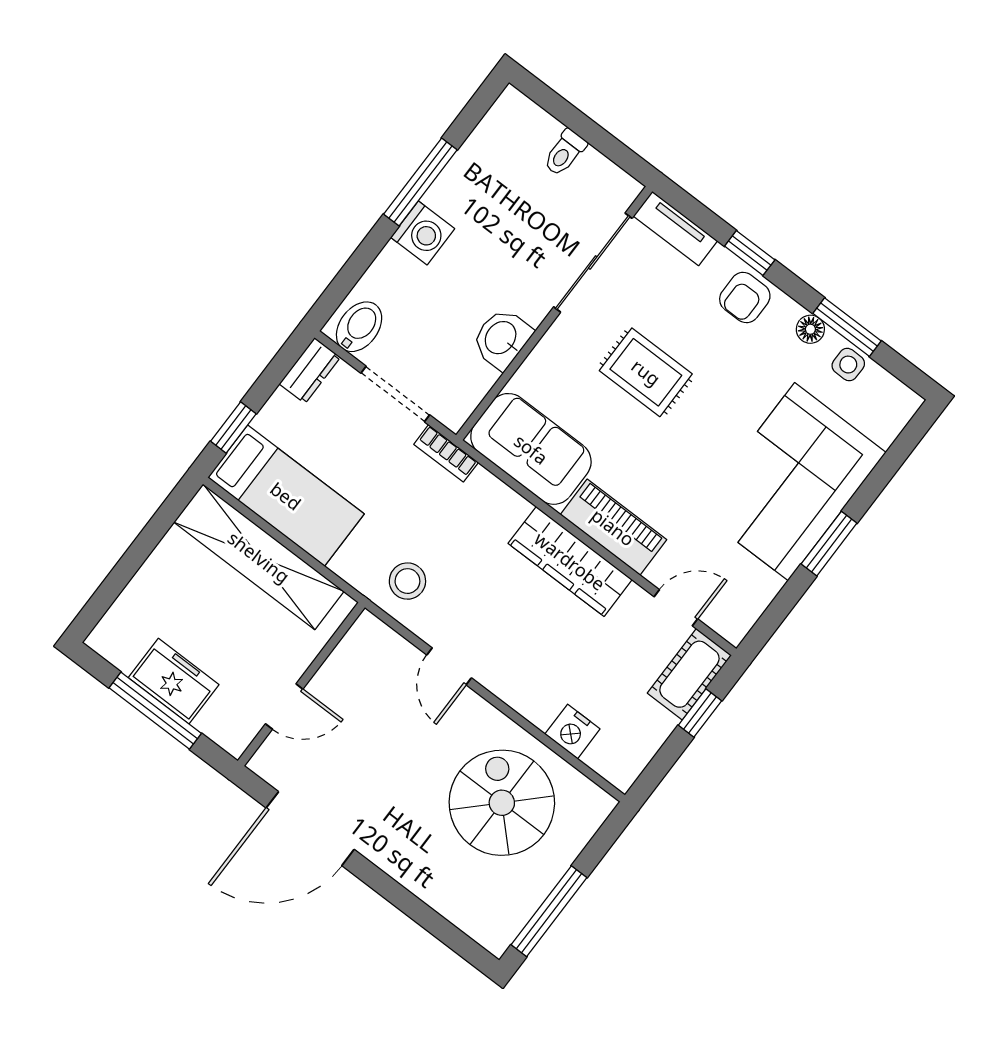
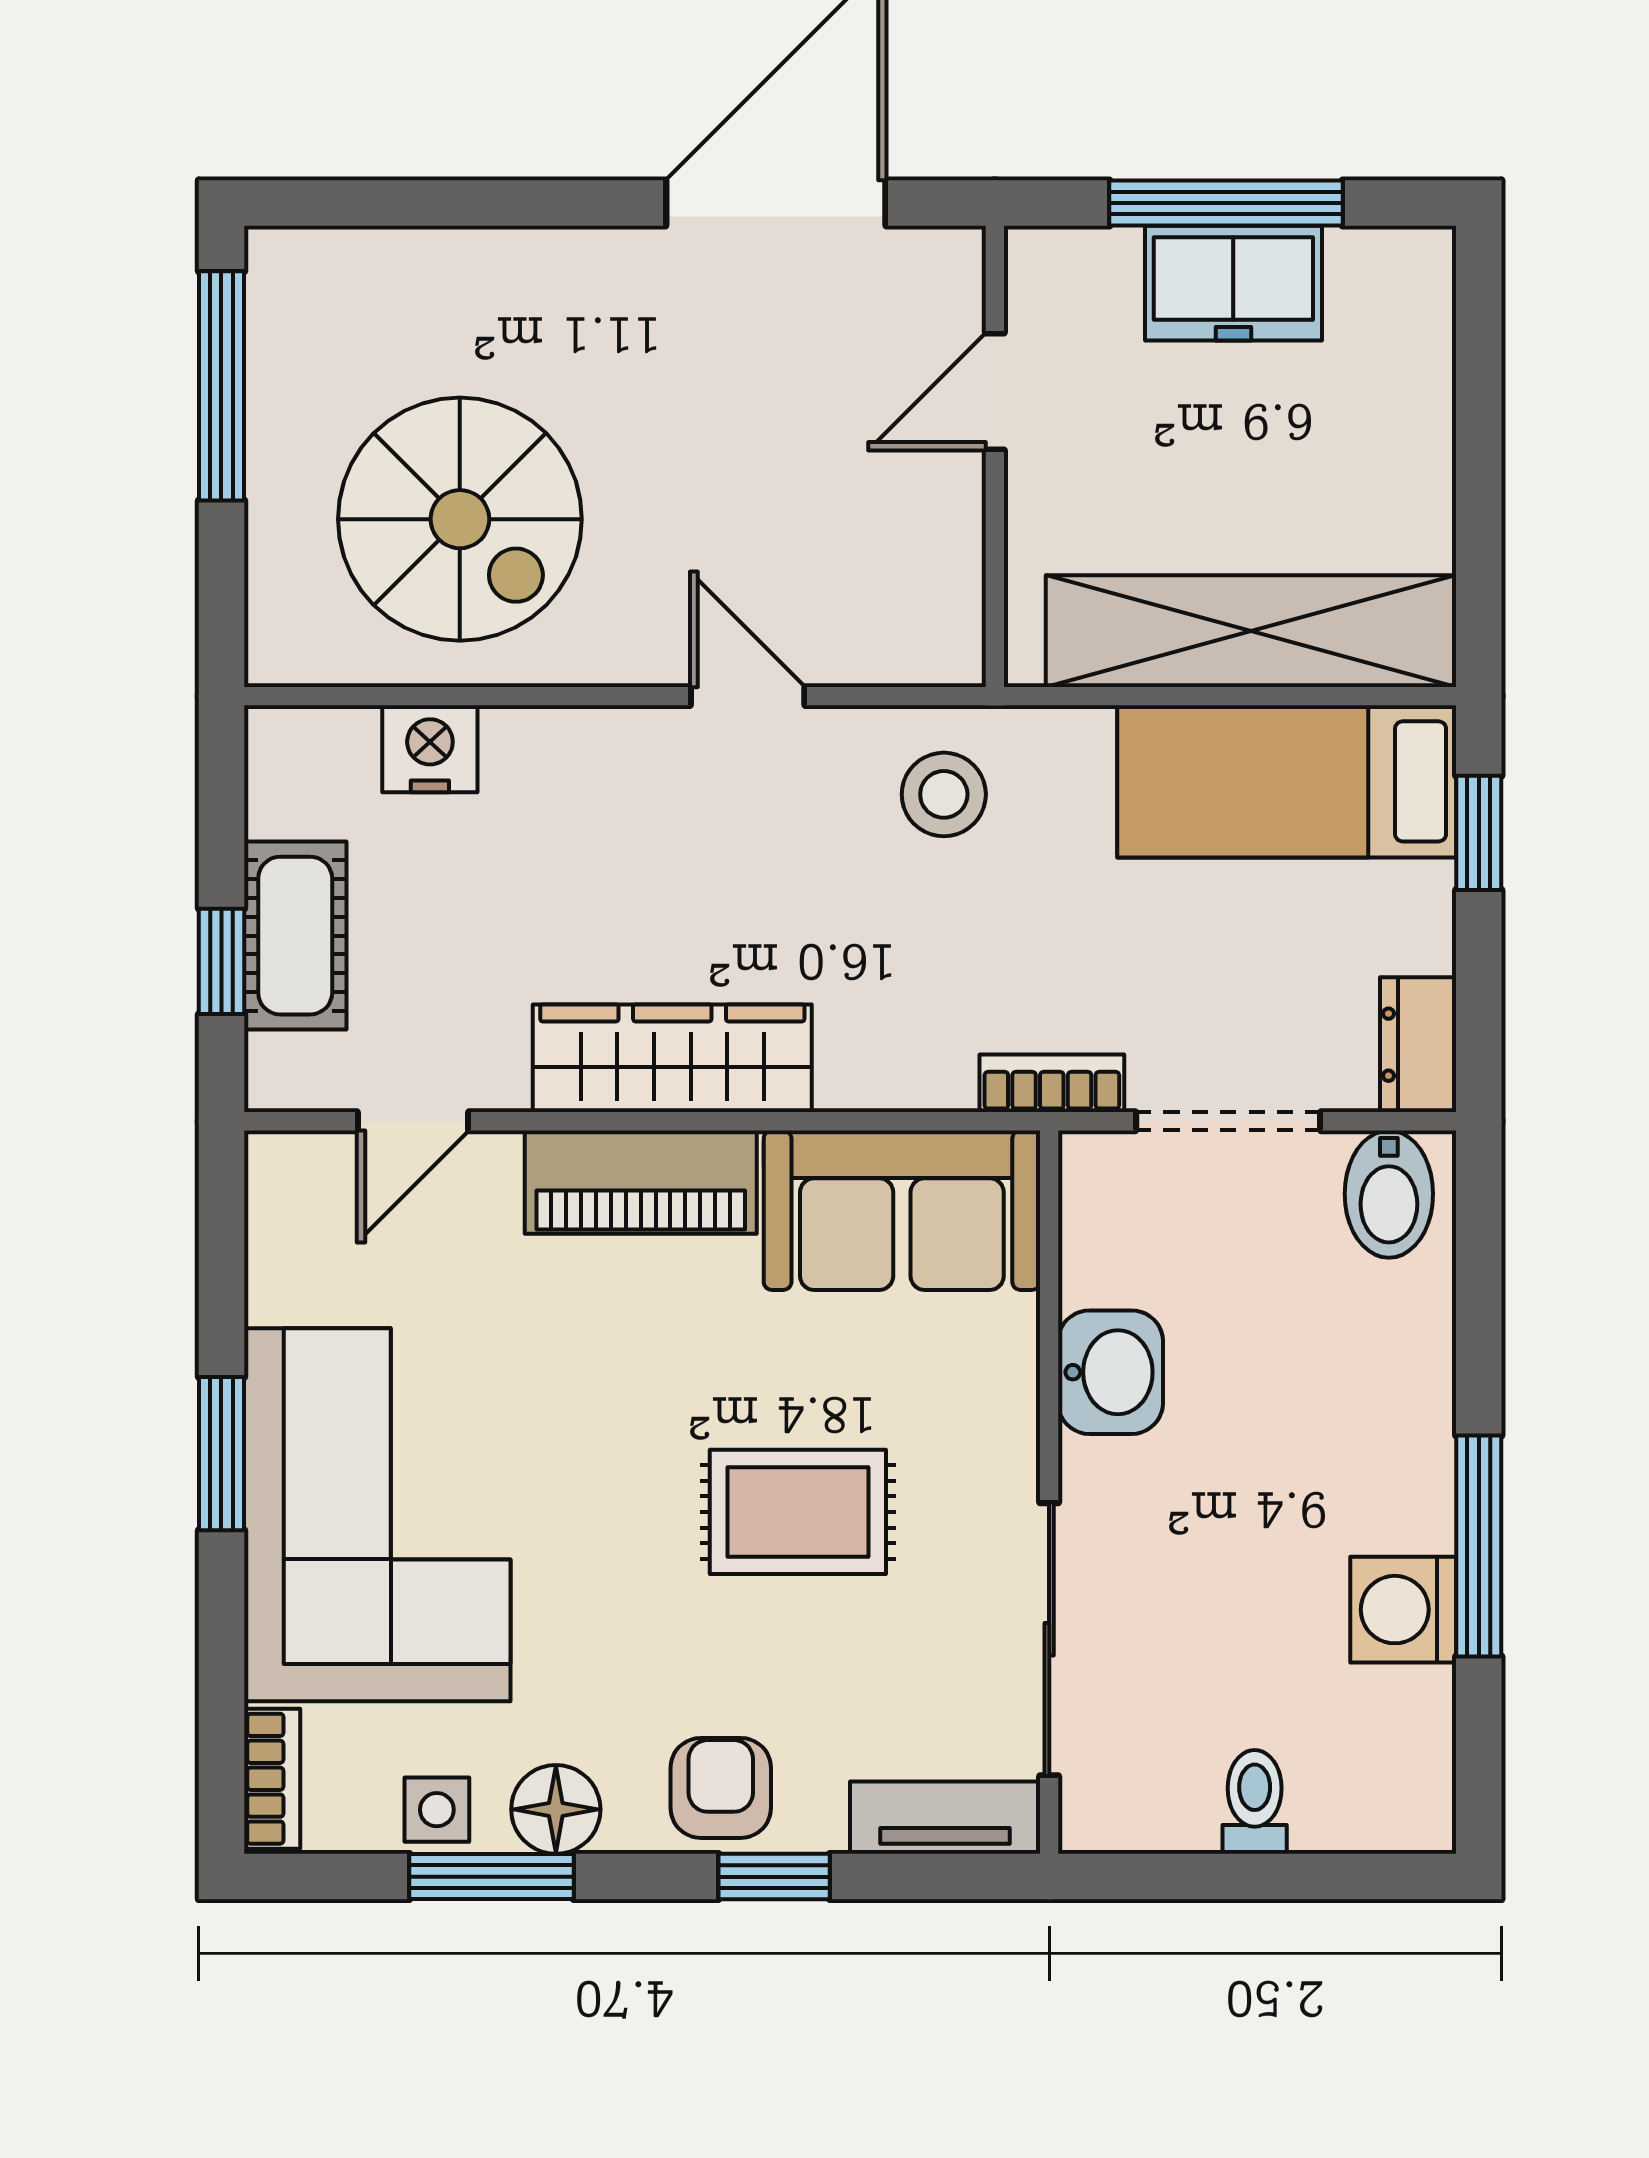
washing machine: (423, 233) -> (1403, 1610), moved
floor lamp: (810, 329) -> (556, 1809), width x1.37, depth x1.37
bookcase: (897, 418) -> (272, 1779), added
cot: (689, 674) -> (295, 936), moved

